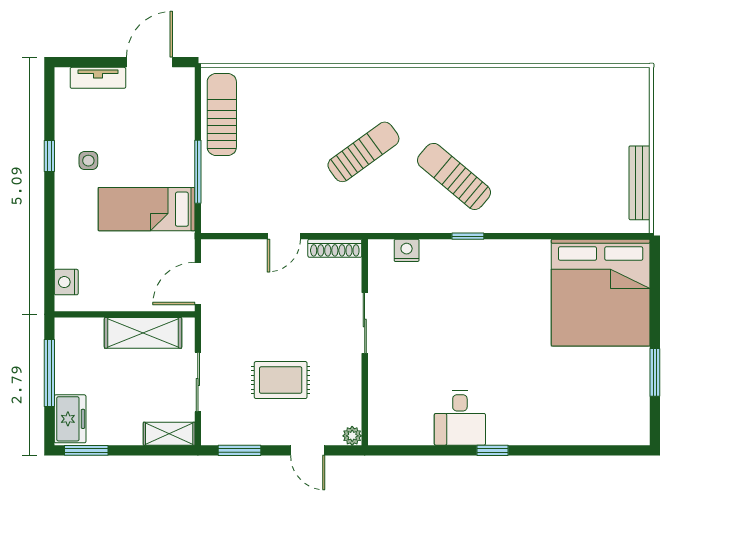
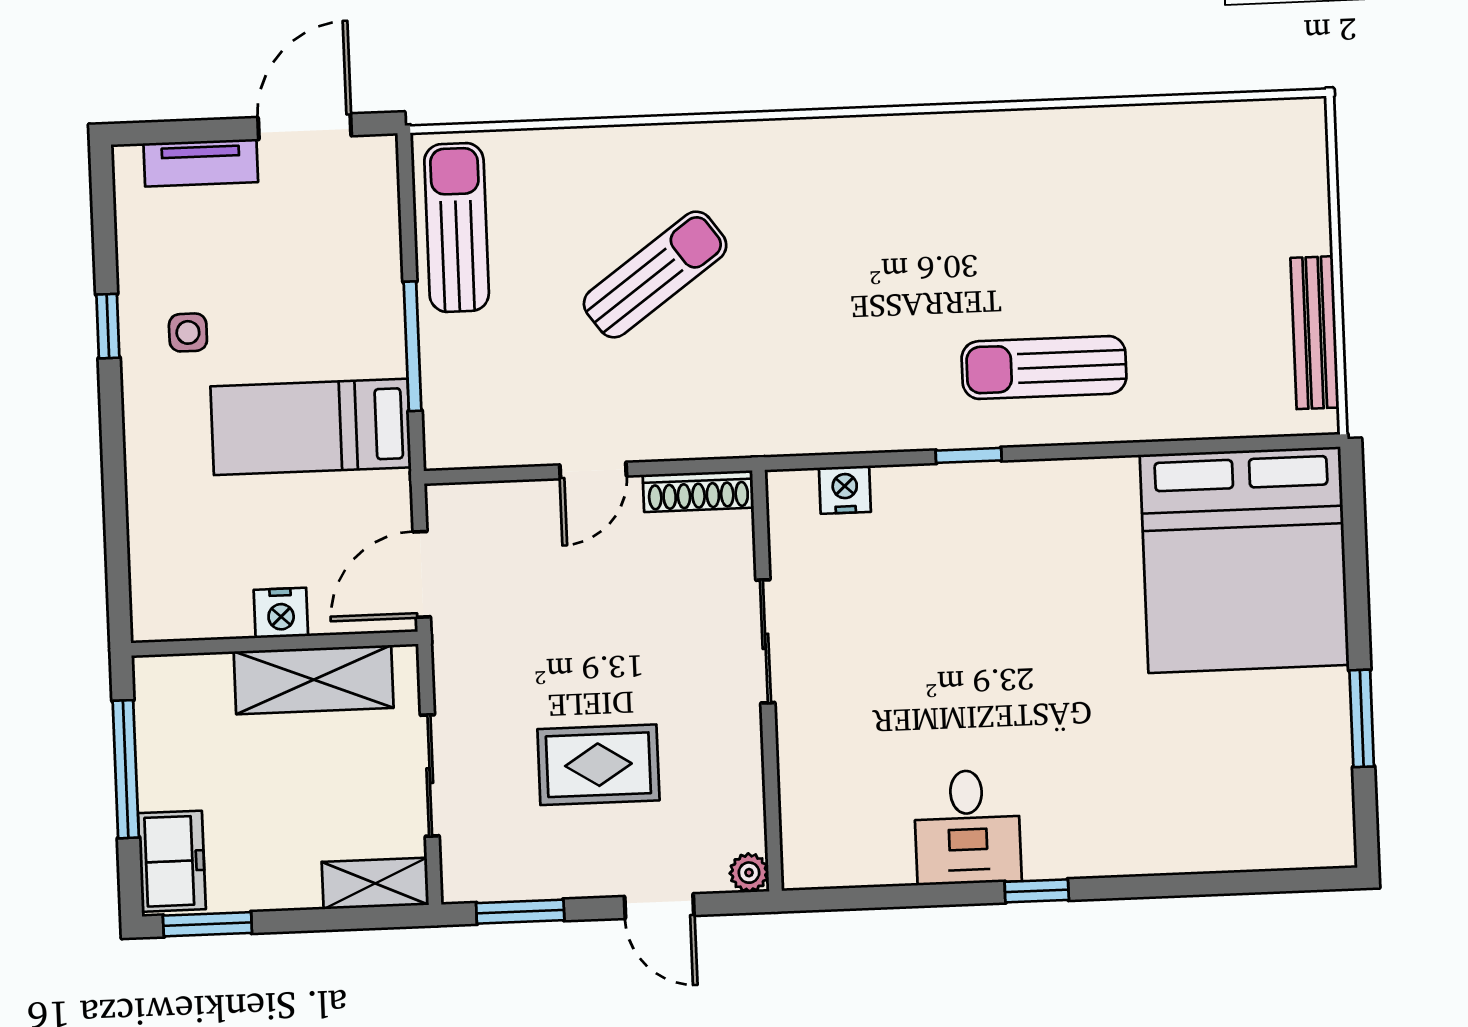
sun lounger: (363, 152) -> (655, 274), moved
sun lounger: (454, 176) -> (1044, 368), moved, turned -40
nightstand: (66, 282) -> (281, 613), moved, turned -90

